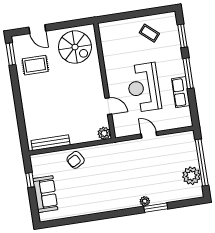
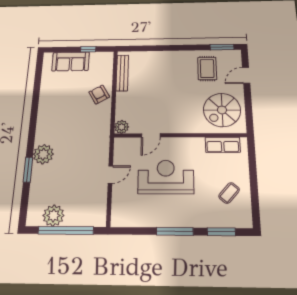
row of seats: (181, 92) -> (223, 145), moved, turned 180
plant: (145, 201) -> (43, 154), width x1.88, depth x1.88

